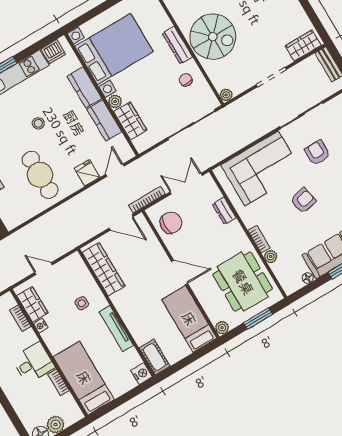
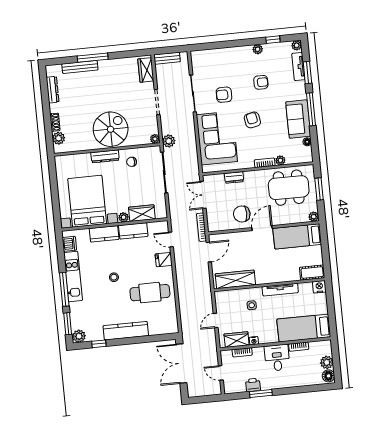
plant: (231, 113) -> (169, 141), added
chair: (171, 223) -> (242, 214), moved, turned -90

